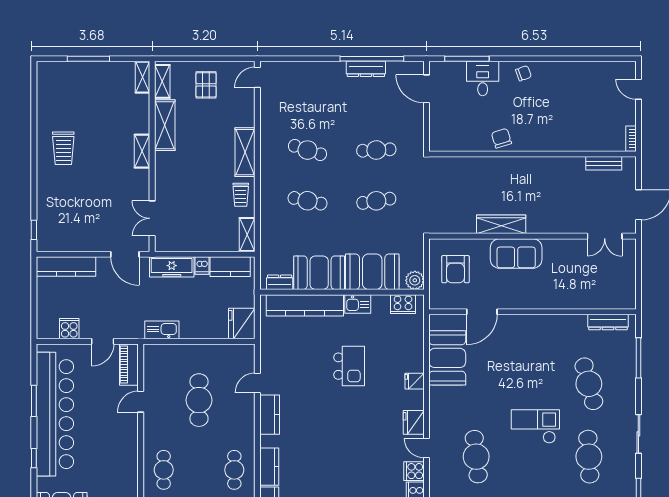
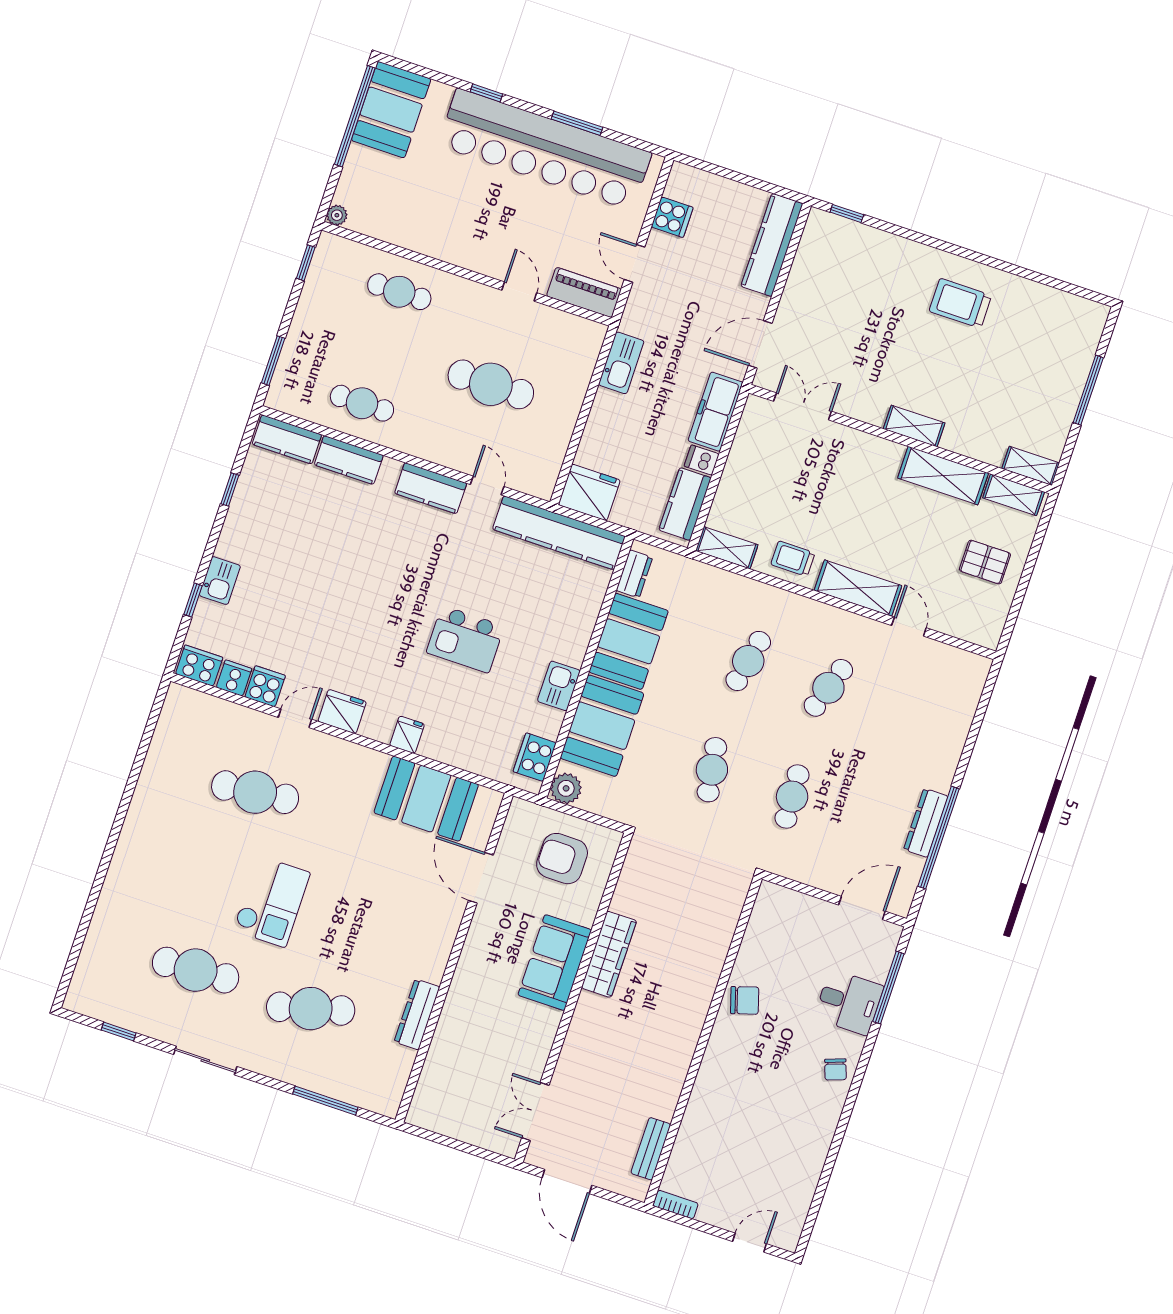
door: (257, 77) -> (909, 627), moved
kitchen counter: (305, 305) -> (559, 533), moved, turned -90
dresser: (608, 322) -> (417, 1014), moved

